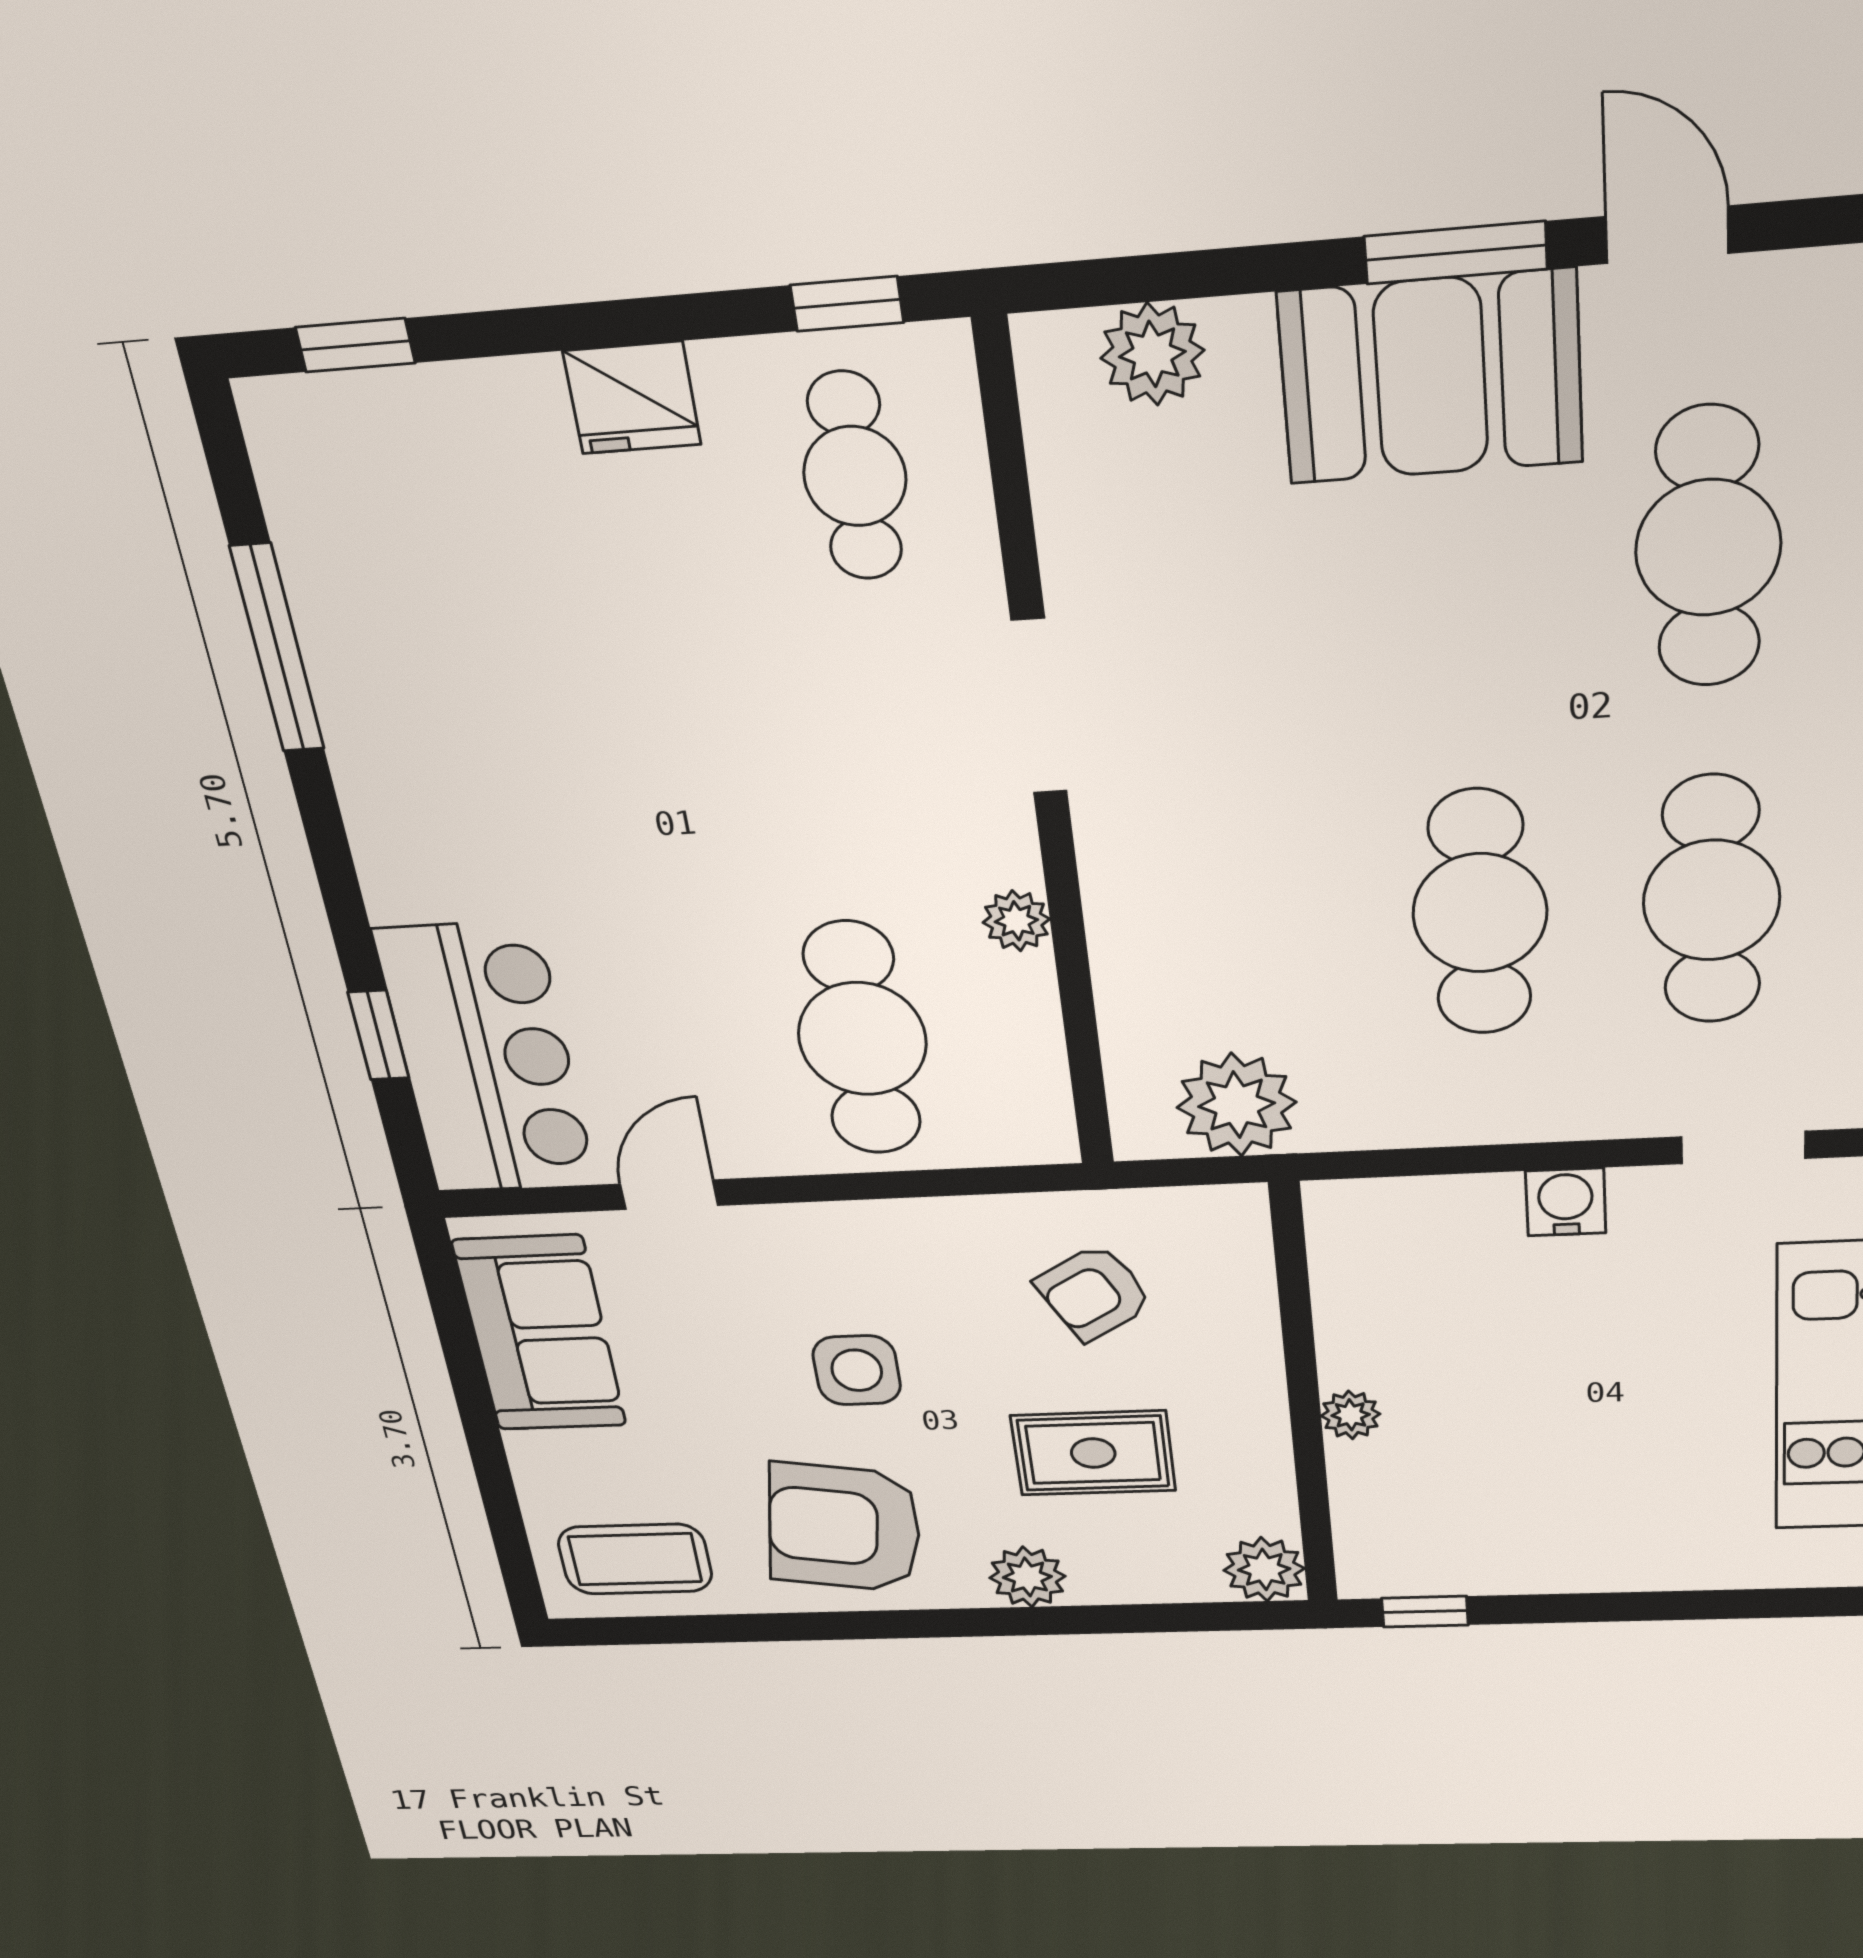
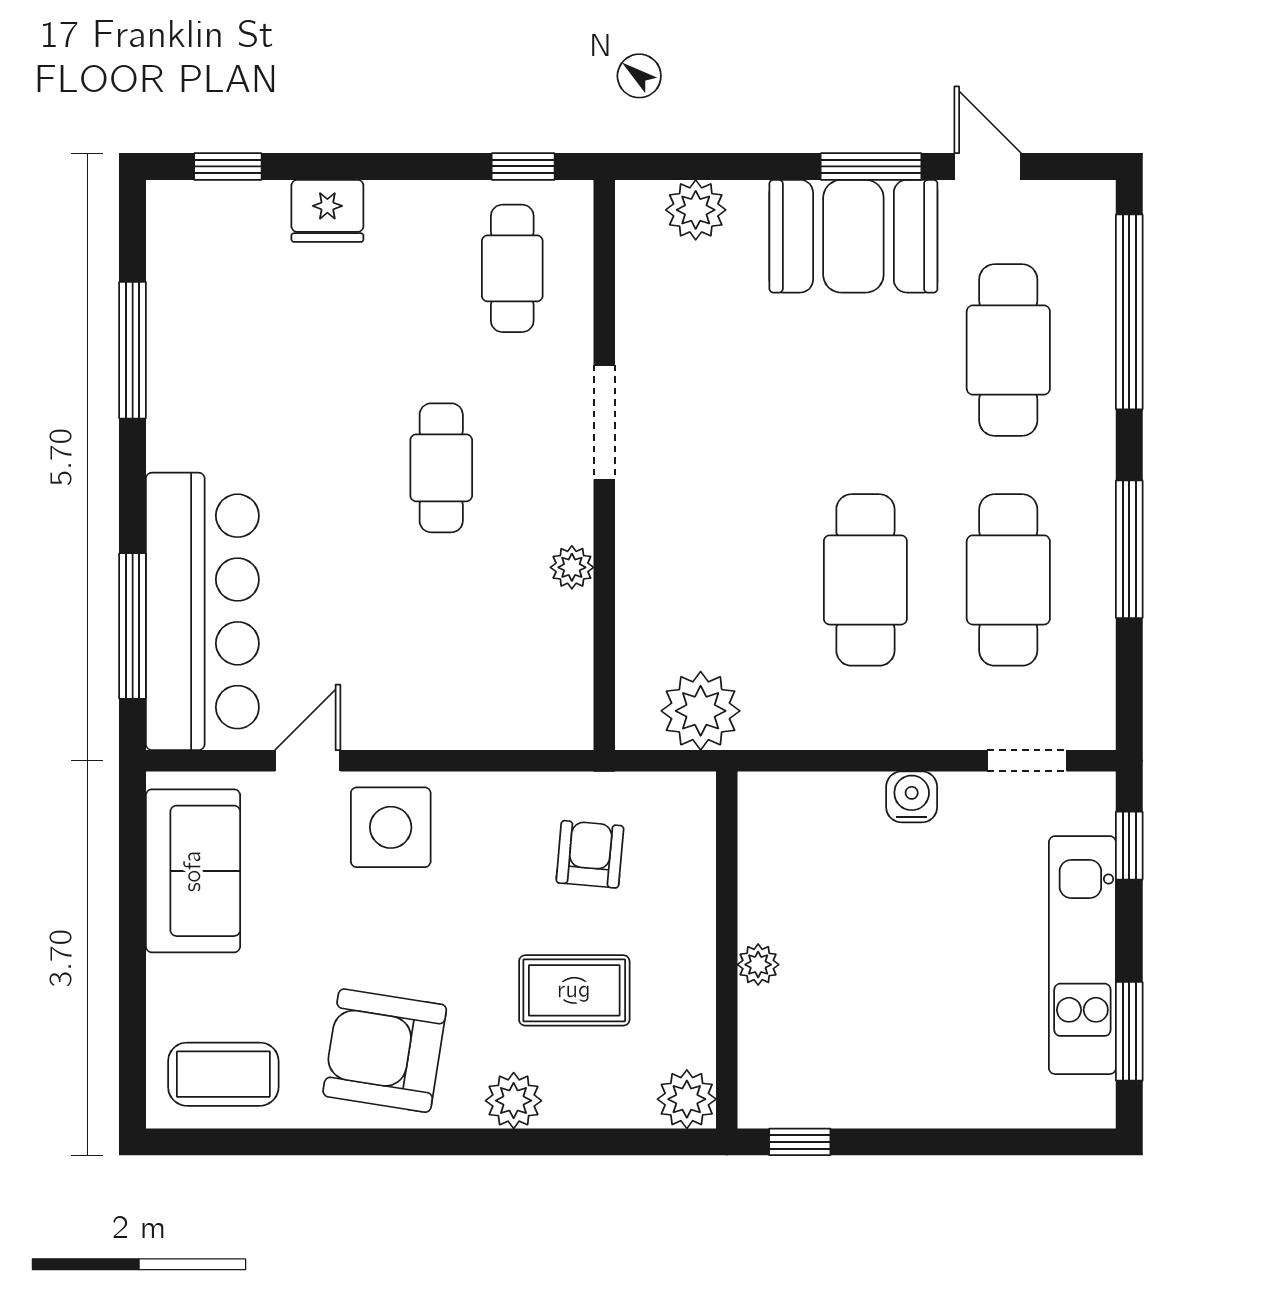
fridge: (632, 398) -> (327, 211), moved
window: (378, 1035) -> (133, 626), width x2.17
cafe table: (862, 1039) -> (441, 468), moved, width x0.73, depth x0.74
bar counter: (486, 1059) -> (202, 611), width x1.36
armchair: (1094, 1293) -> (590, 854), turned 125
side table: (857, 1370) -> (391, 827), moved, width x1.37, depth x1.37

